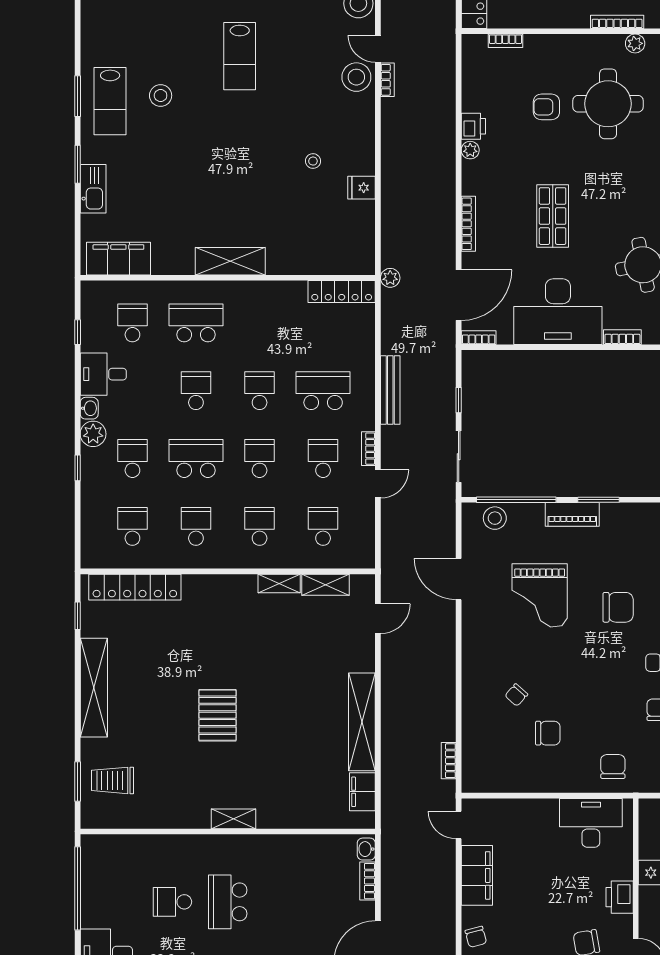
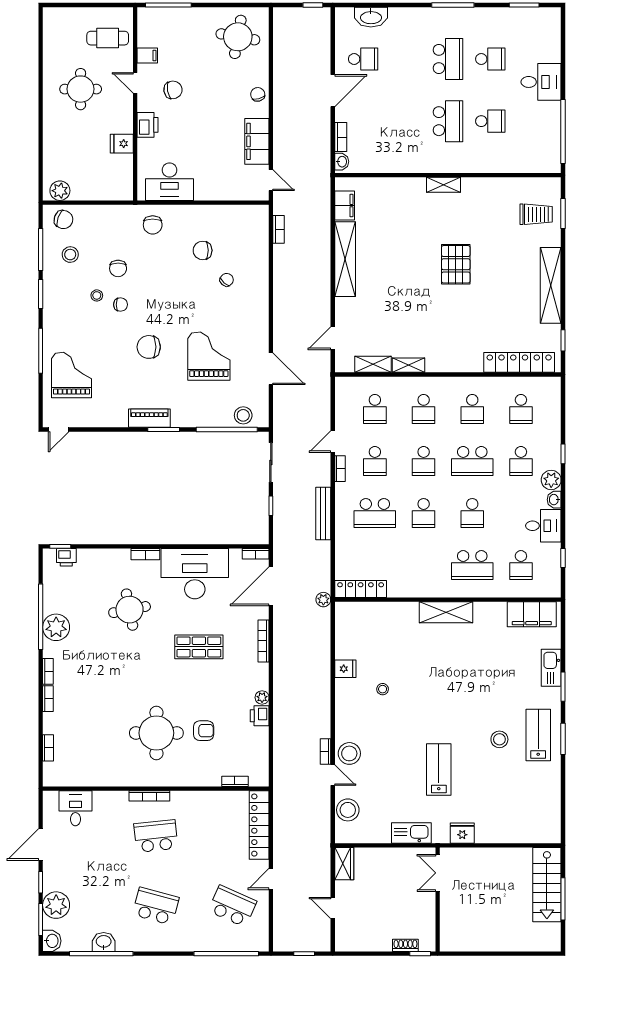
plant: (635, 43) -> (136, 779), removed
shop shelf: (553, 216) -> (199, 647), turned 90
piano: (572, 514) -> (149, 418), moved

